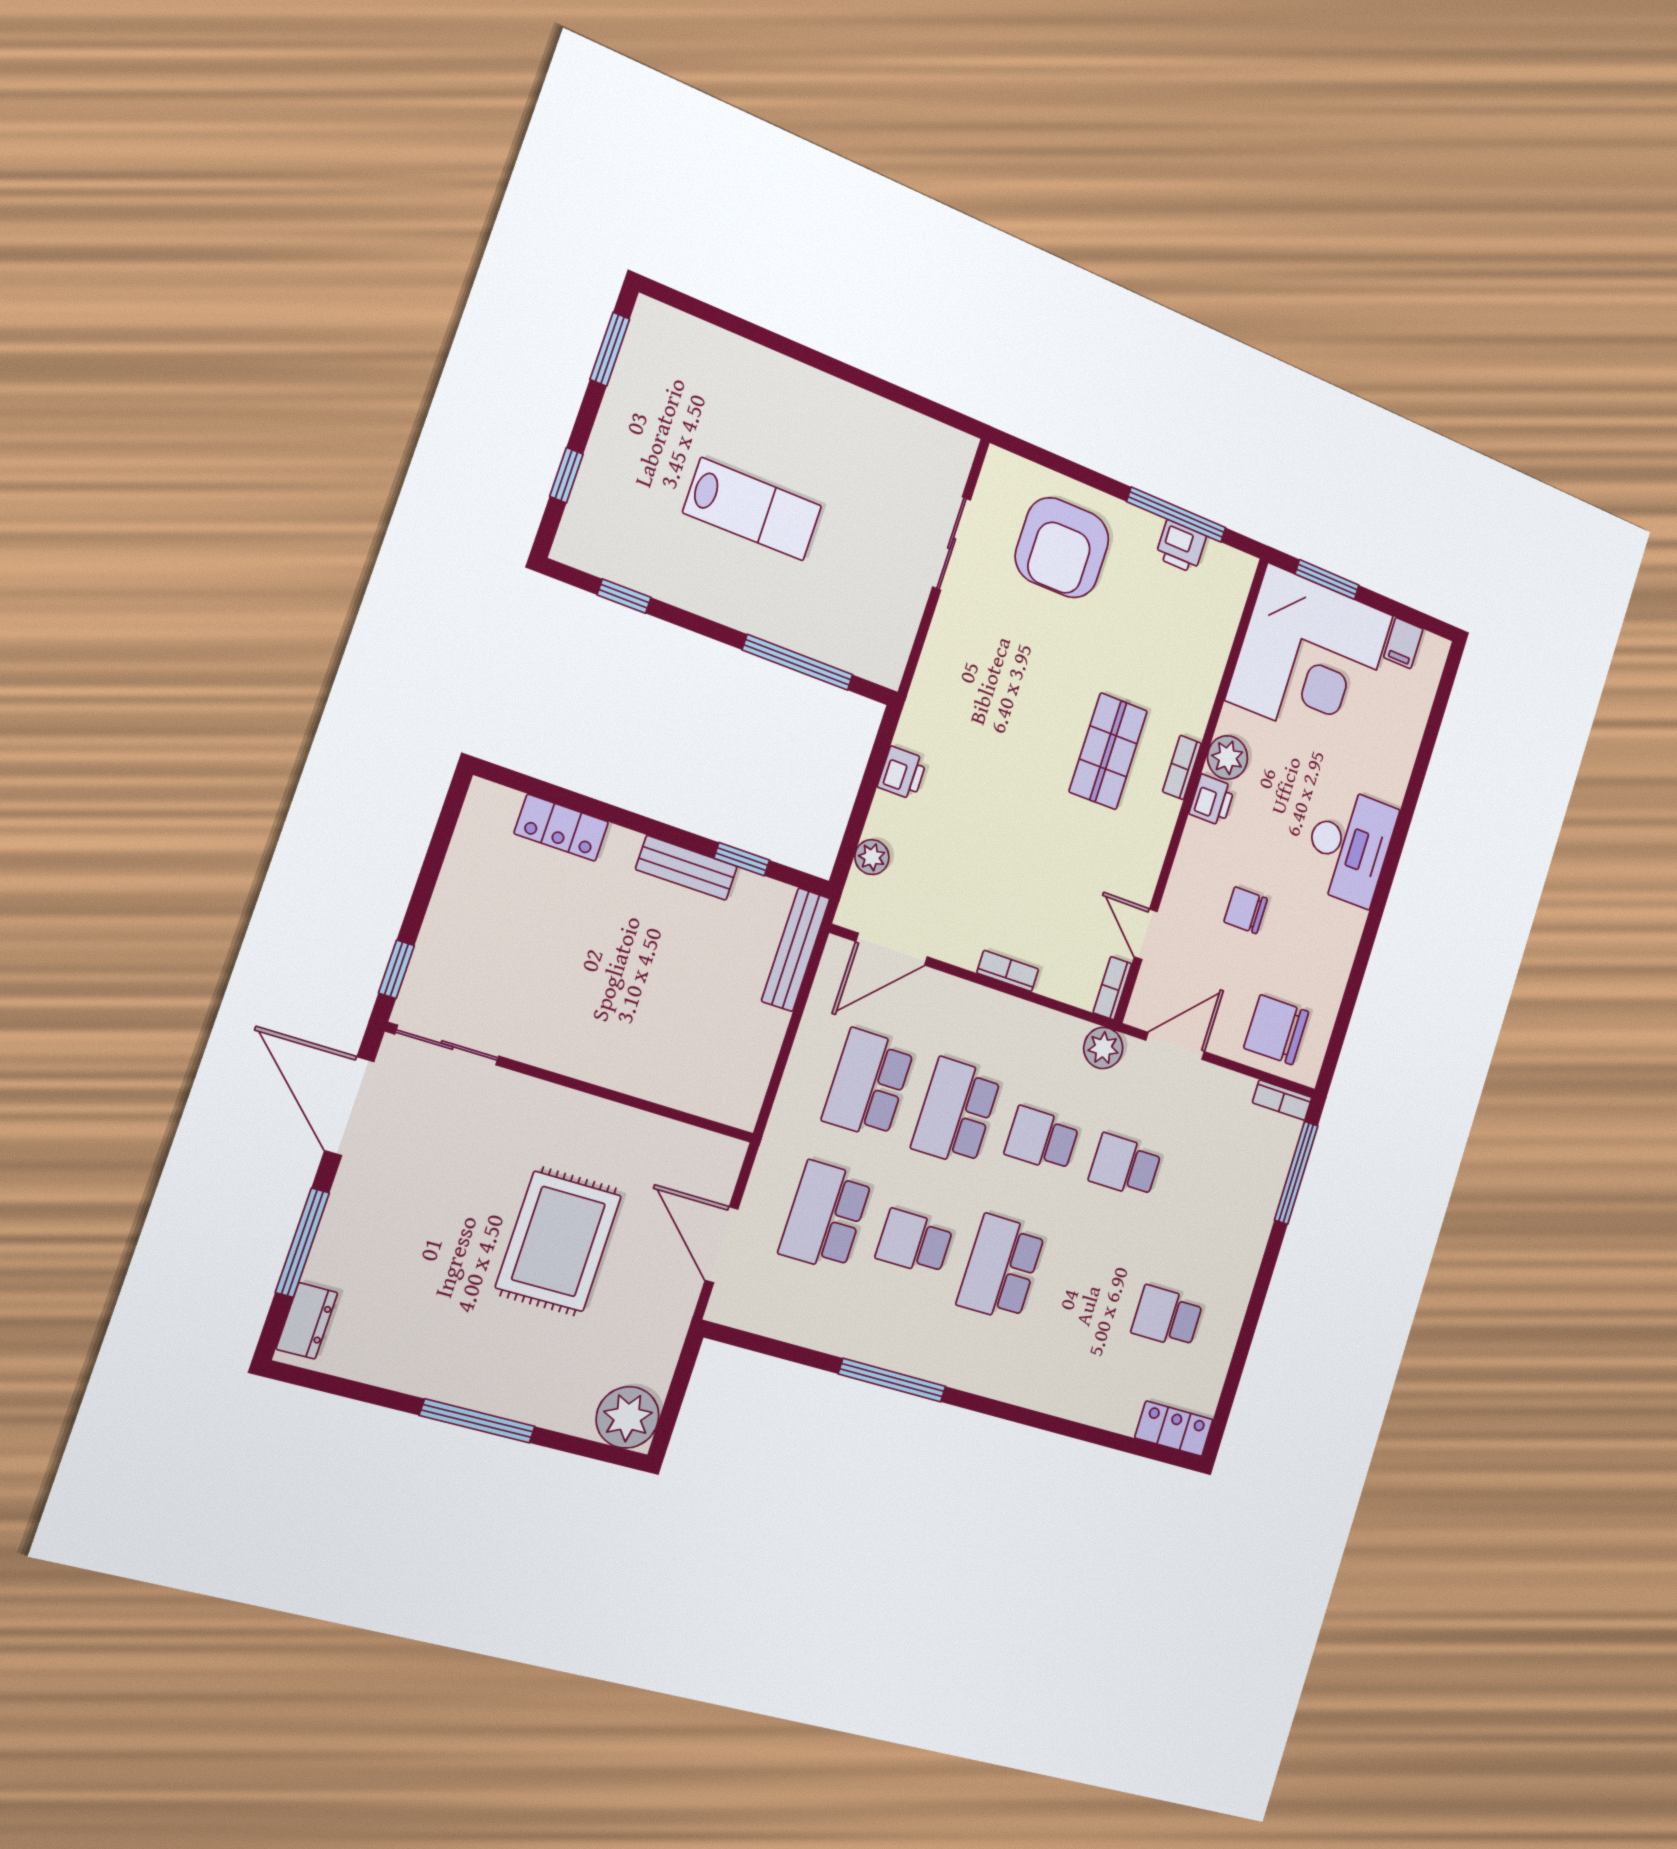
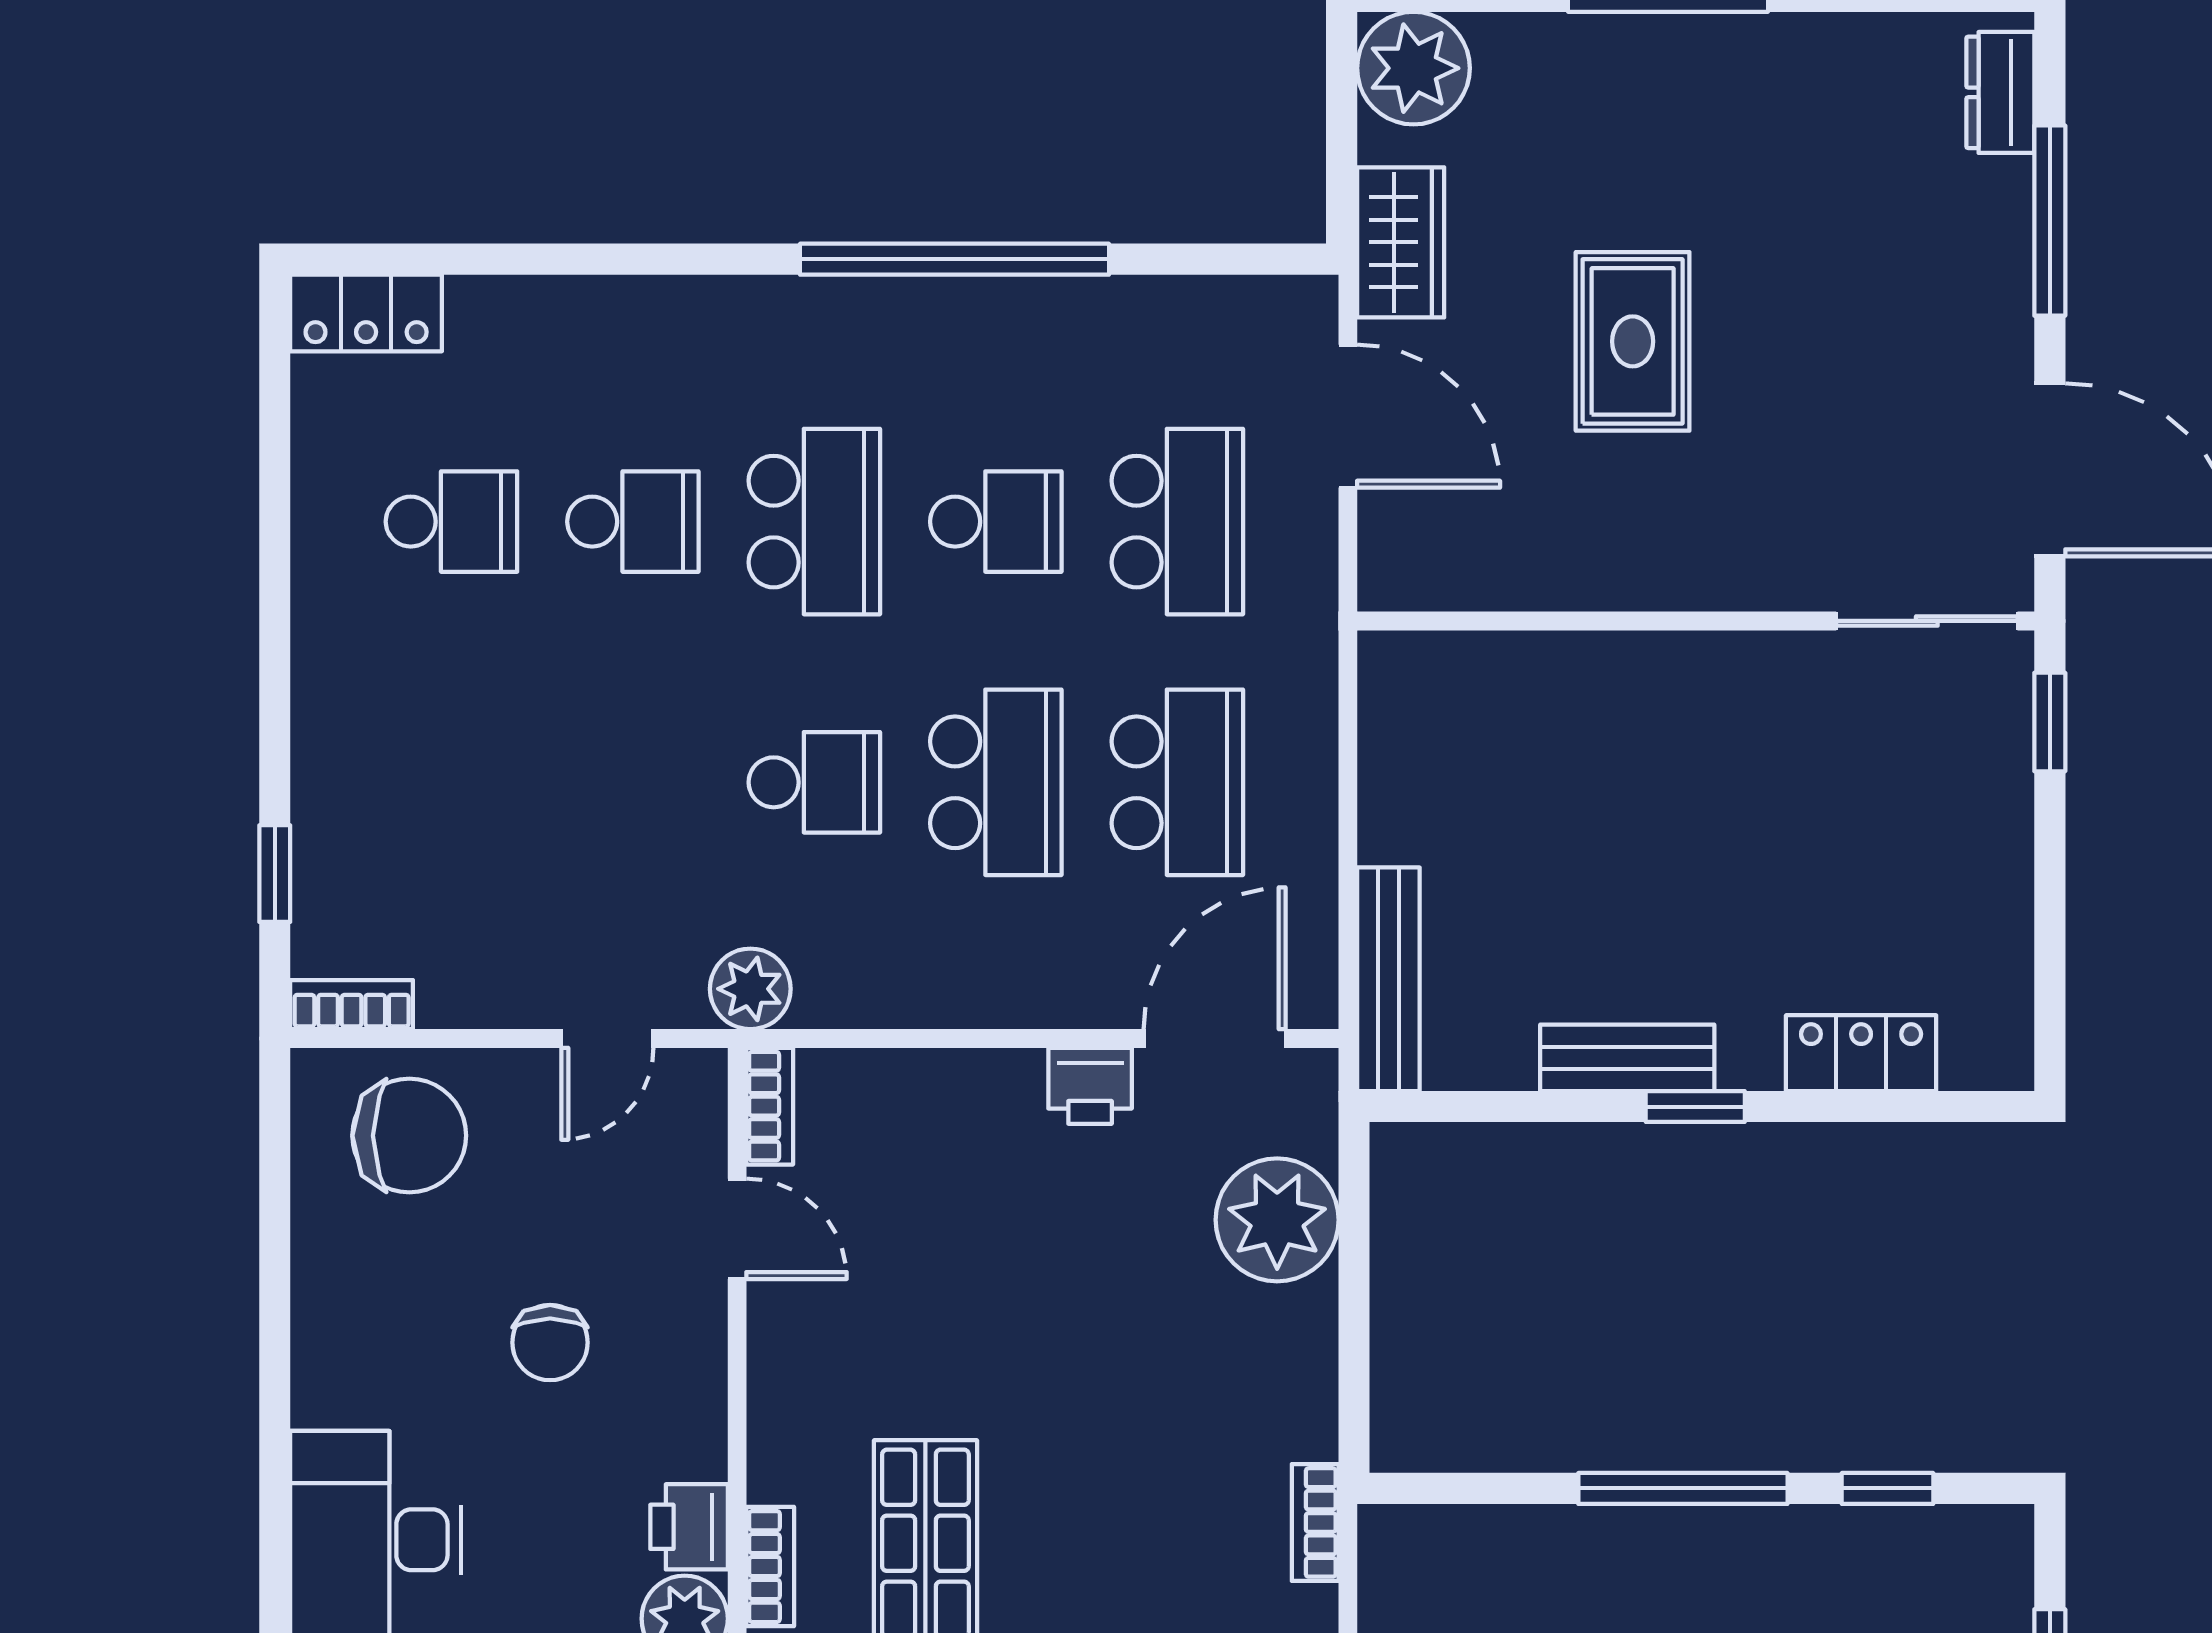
window: (798, 662) -> (1683, 1488), moved
printer: (902, 773) -> (1090, 1086), moved, turned -90
plant: (872, 857) -> (1277, 1220), width x1.88, depth x1.88
window: (742, 859) -> (1695, 1107), moved
chair: (1246, 910) -> (550, 1343), turned 90
bookcase: (1008, 971) -> (1315, 1522), moved, turned 90
door: (1175, 1046) -> (607, 1038), width x0.73
school desk: (1125, 1166) -> (633, 522), moved
window: (1296, 1173) -> (275, 874), width x0.46
rug: (559, 1241) -> (1633, 341), width x0.73, depth x0.70
wardrobe: (664, 1328) -> (1401, 242), added
window: (892, 1380) -> (954, 259), width x1.46

